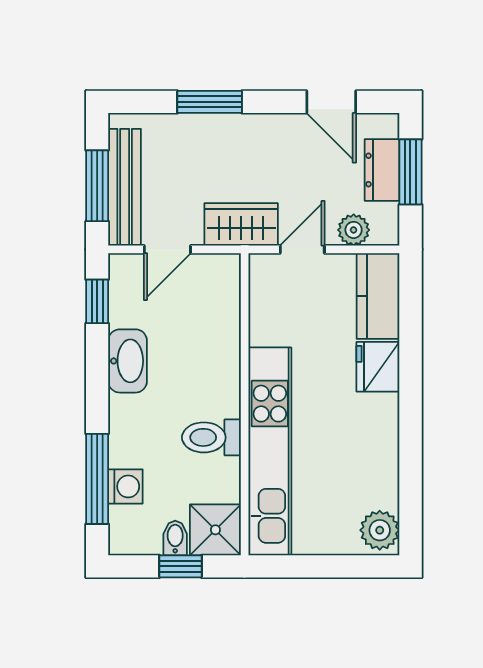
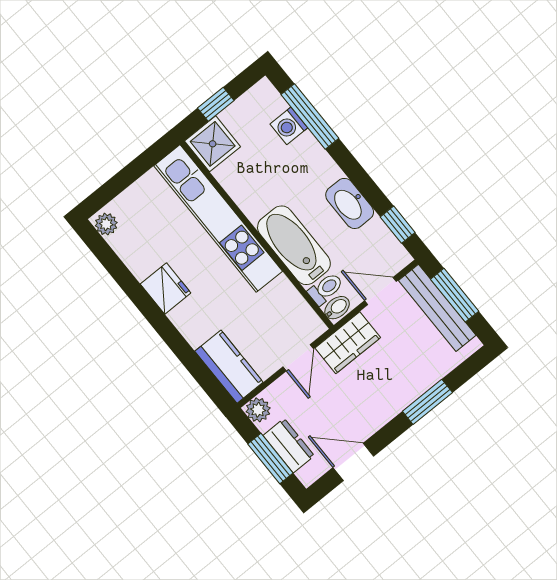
plant: (354, 230) -> (258, 410), moved
door: (167, 249) -> (380, 291), hinge flipped
bathtub: (216, 364) -> (294, 245), added
fridge: (378, 367) -> (166, 288), moved
toilet: (211, 437) -> (326, 289), moved, width x0.73, depth x0.72
plant: (380, 530) -> (106, 224), width x0.73, depth x0.73
bidet: (175, 538) -> (337, 308), moved, turned -90

